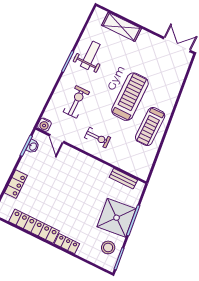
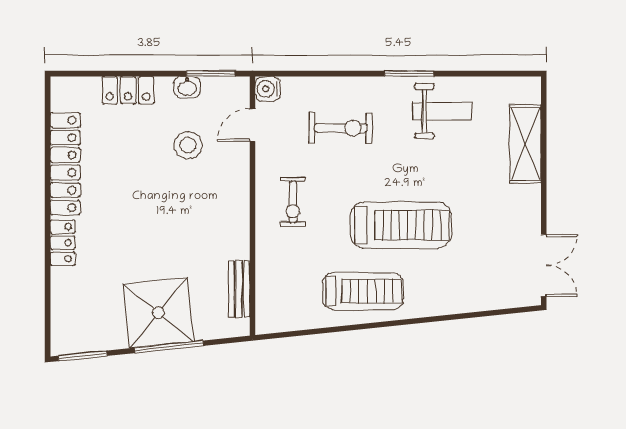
treadmill: (150, 127) -> (363, 291), turned 180
washbasin: (33, 146) -> (187, 87), moved
stool: (108, 247) -> (188, 145), moved

